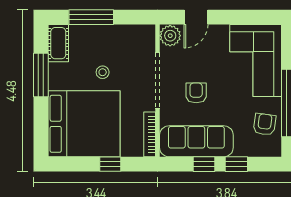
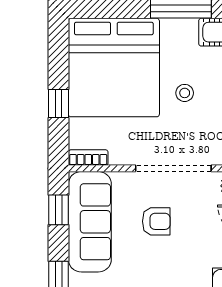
bookcase: (150, 134) -> (88, 158), width x0.64
window: (204, 164) -> (59, 210), moved

